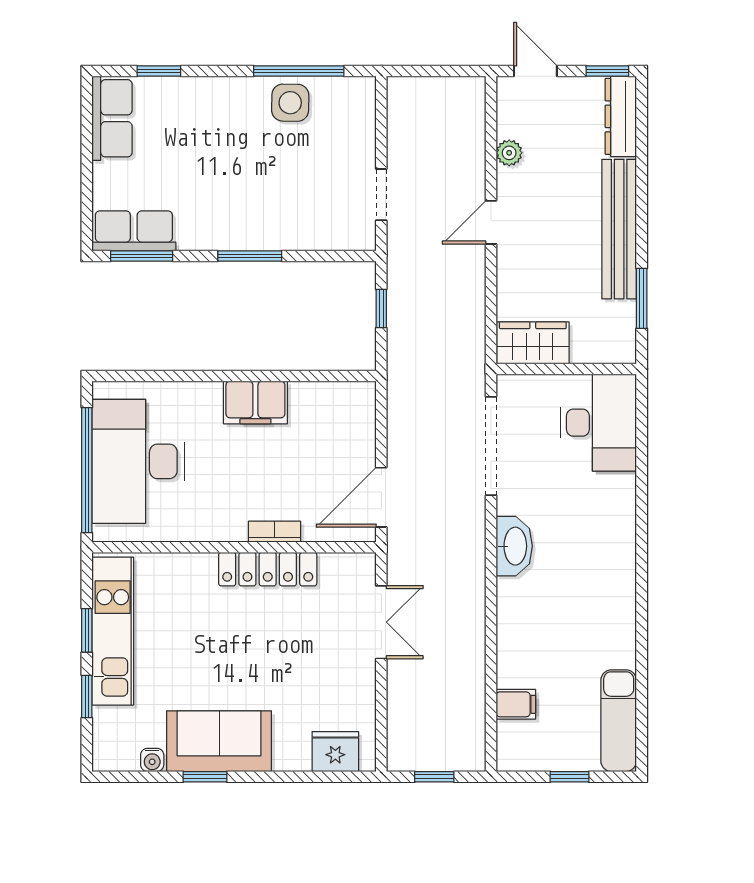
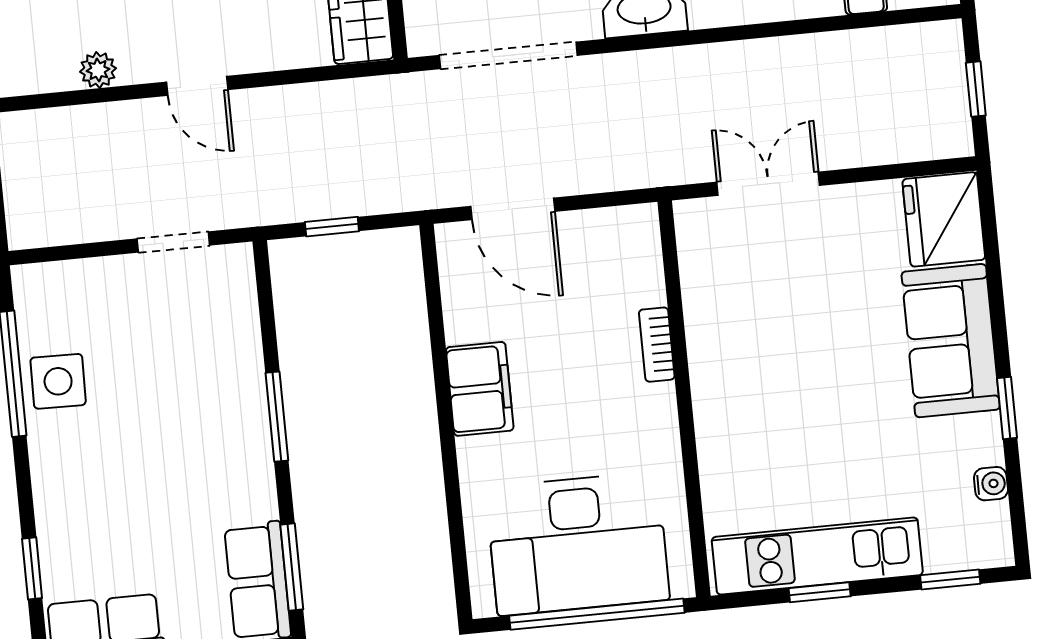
door: (381, 497) -> (513, 209), moved
locker: (268, 569) -> (710, 349), removed
window: (87, 697) -> (950, 580), moved
sofa: (219, 741) -> (951, 341), moved
fridge: (335, 752) -> (944, 219), width x1.36, depth x1.34

